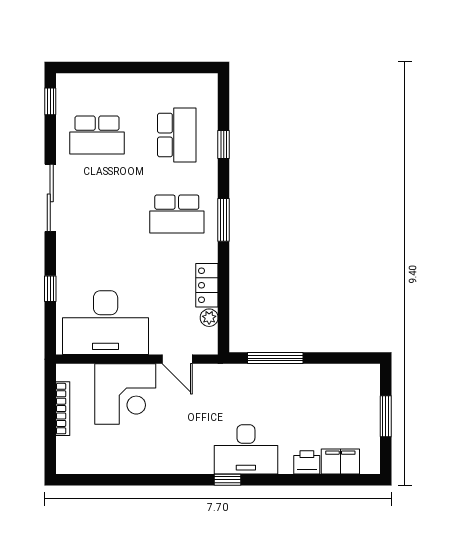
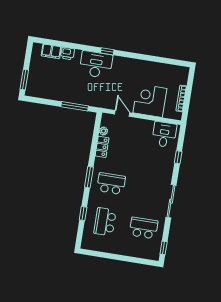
desk: (106, 323) -> (164, 135), width x0.53, depth x0.77
window: (386, 416) -> (24, 80), moved

